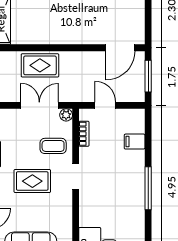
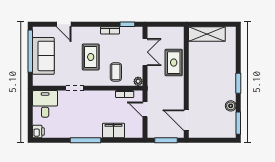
double door: (39, 105) -> (145, 52), moved
door: (105, 105) -> (145, 109), swing flipped
filing cabinet: (135, 142) -> (113, 130), width x2.00
doorway: (76, 176) -> (75, 88), moved

